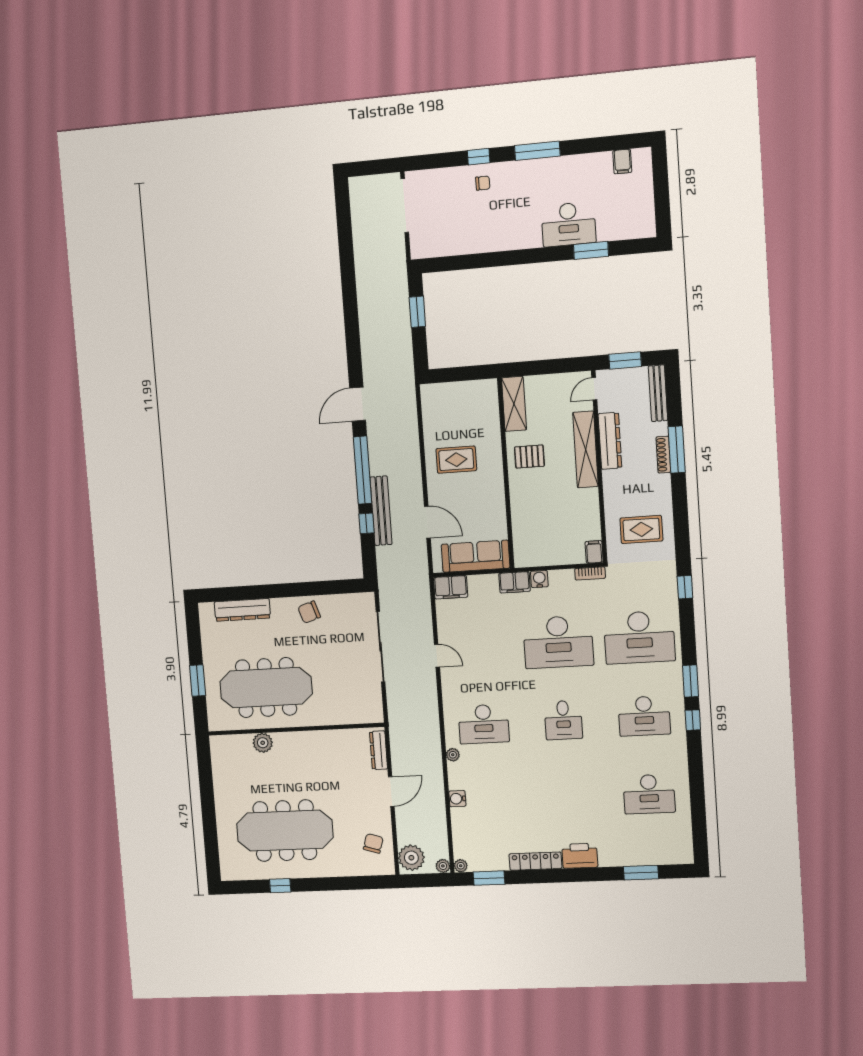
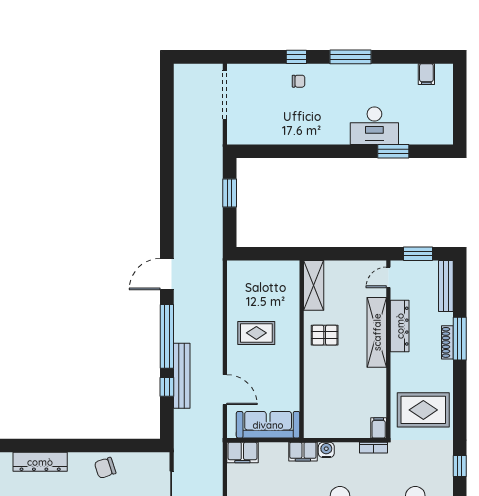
rug: (641, 529) -> (423, 410), width x1.36, depth x1.43

